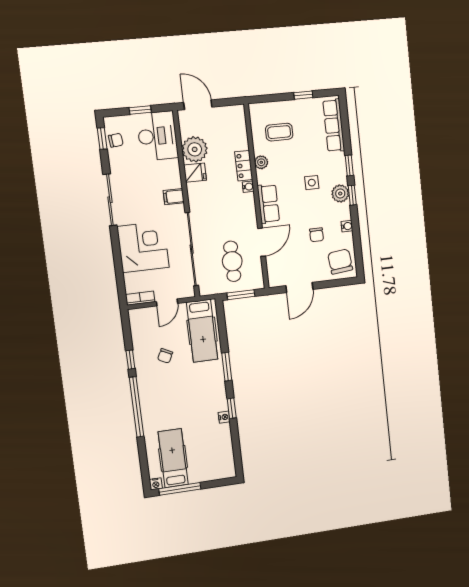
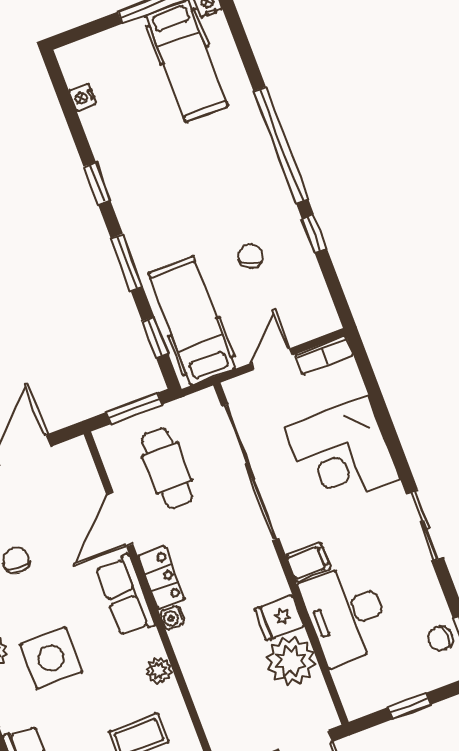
desk: (157, 136) -> (346, 614), moved
locker: (244, 166) -> (161, 578), moved
side table: (312, 183) -> (51, 658), width x1.87, depth x1.87
sliding door: (110, 200) -> (425, 525), width x0.73
window: (222, 327) -> (155, 337), added
nightstand: (224, 417) -> (83, 97), moved

